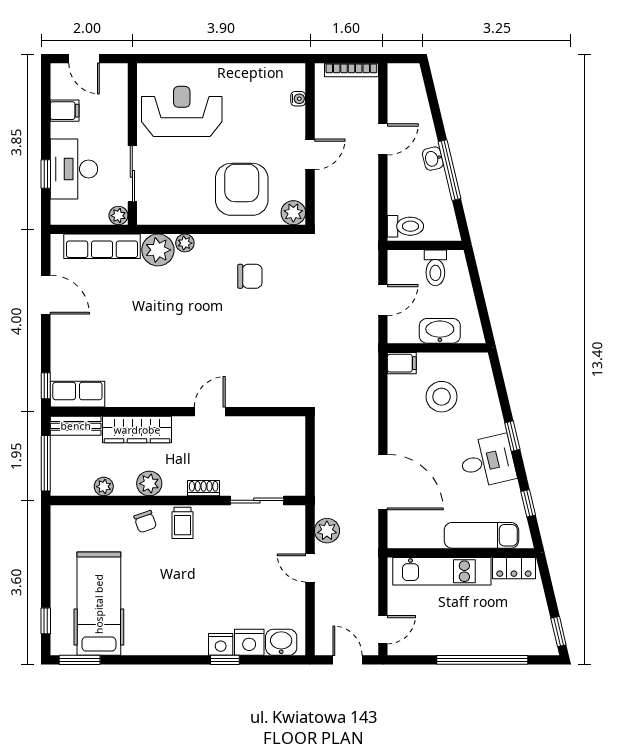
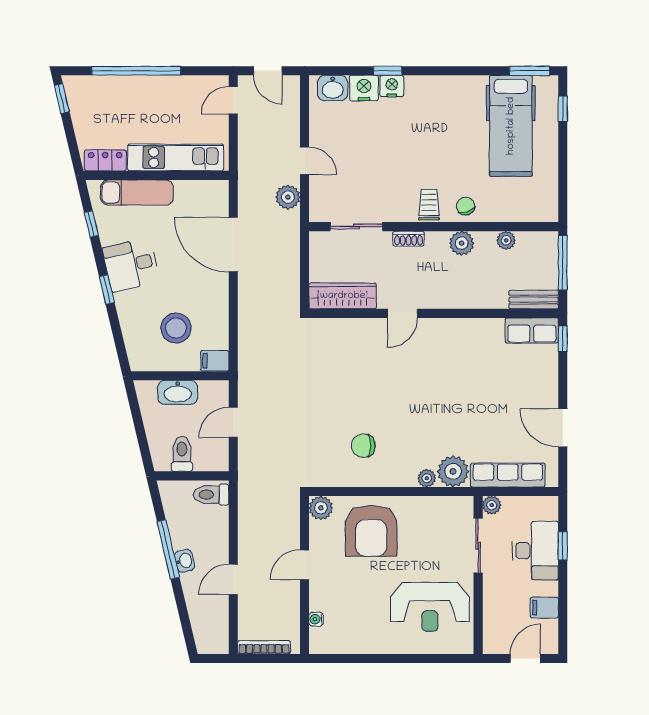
door: (84, 59) -> (525, 658), hinge flipped
wardrobe: (137, 430) -> (343, 296), moved

